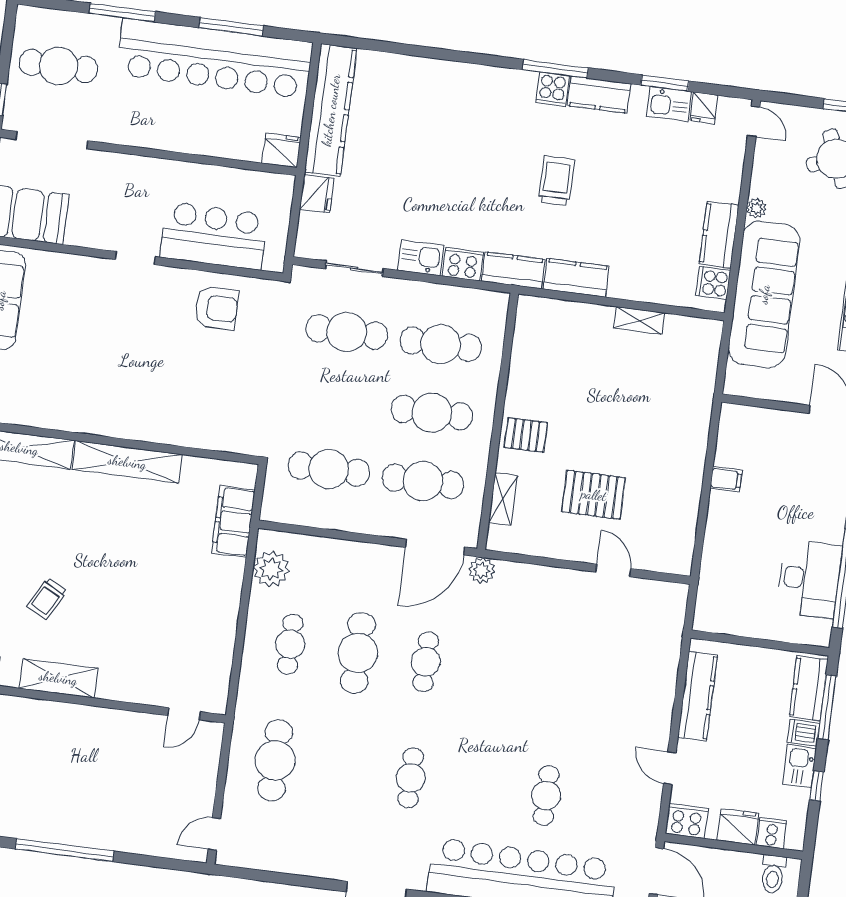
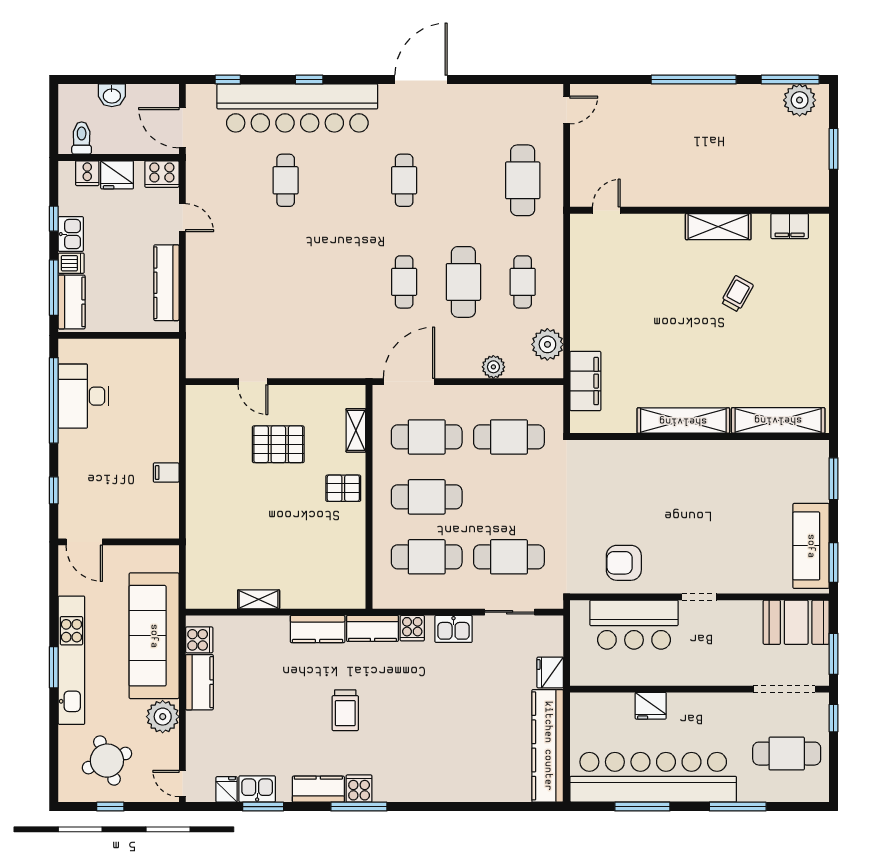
fridge: (281, 150) -> (651, 706), moved
plant: (756, 208) -> (163, 717), width x1.88, depth x1.88
cooker: (463, 264) -> (412, 628), width x0.73
plant: (482, 570) -> (493, 367), moved

